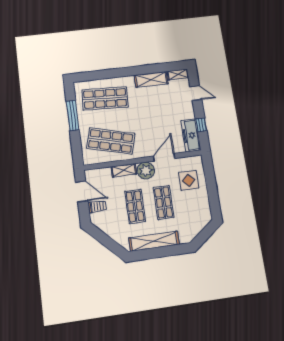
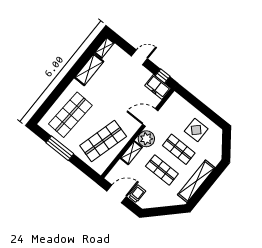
door: (196, 93) -> (139, 57), moved
window: (201, 125) -> (163, 76), moved
freezer: (191, 135) -> (158, 87), width x0.71
door: (164, 157) -> (150, 118), hinge flipped
display table: (189, 180) -> (196, 130), moved

